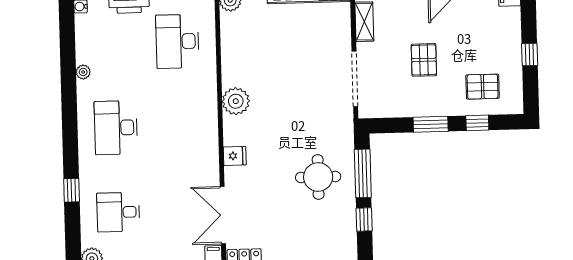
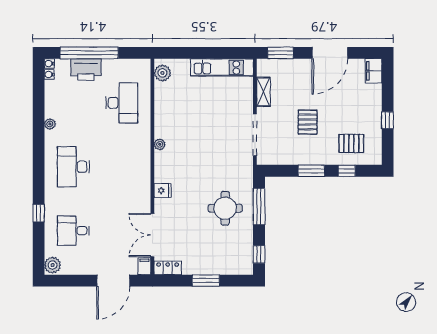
desk: (177, 41) -> (122, 103), turned 180
plant: (236, 101) -> (160, 144), width x0.53, depth x0.53
window: (364, 219) -> (259, 254), moved

